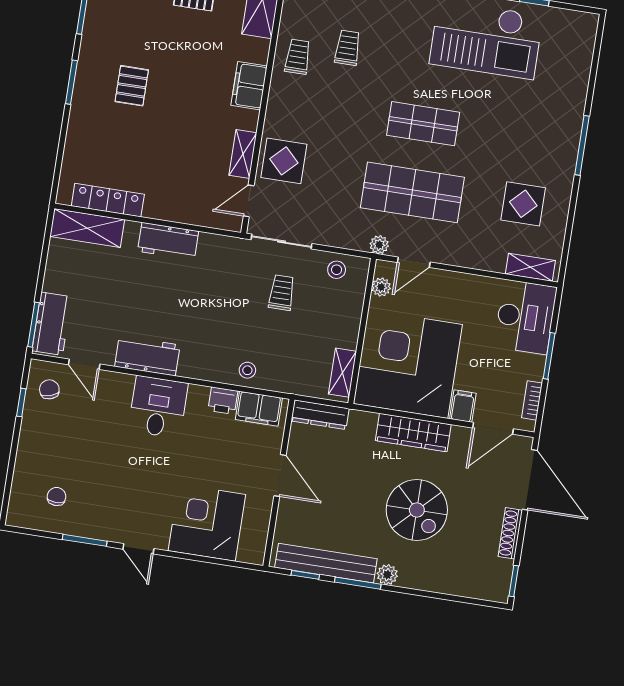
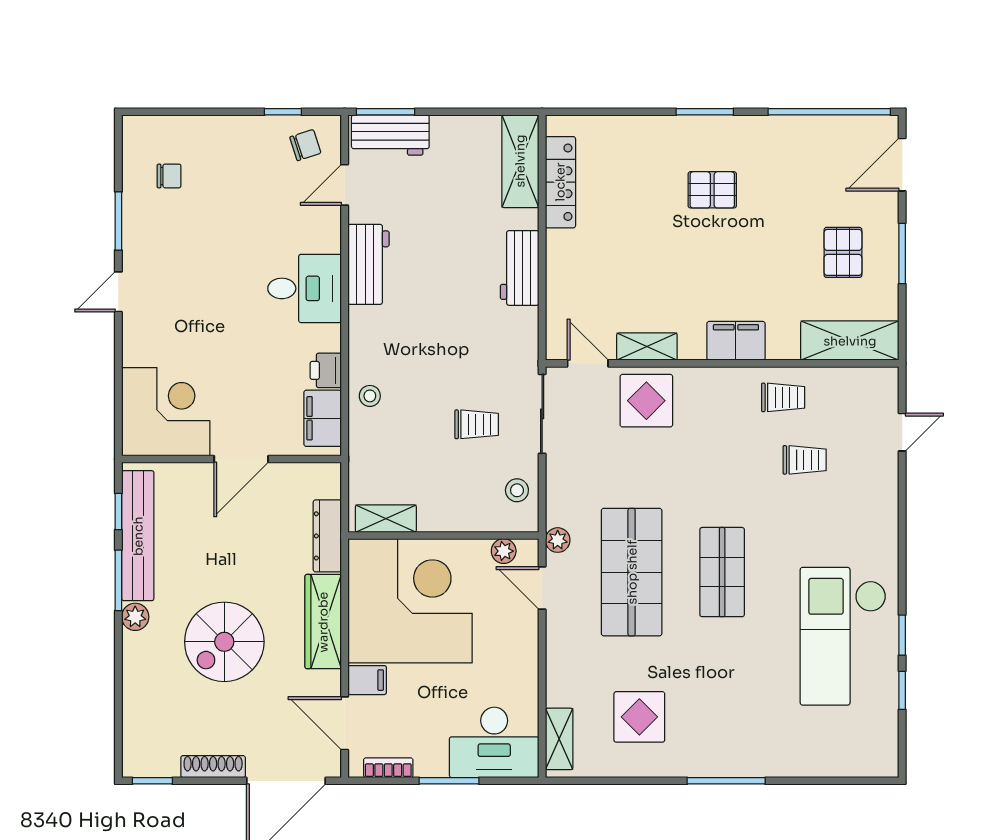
dresser: (320, 415) -> (327, 536), moved
corner desk: (207, 523) -> (166, 412), moved

